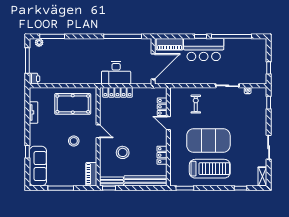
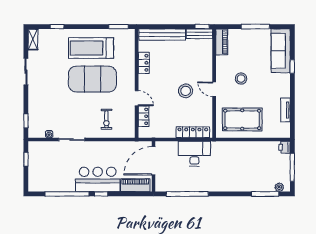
stool: (123, 152) -> (186, 91), moved

